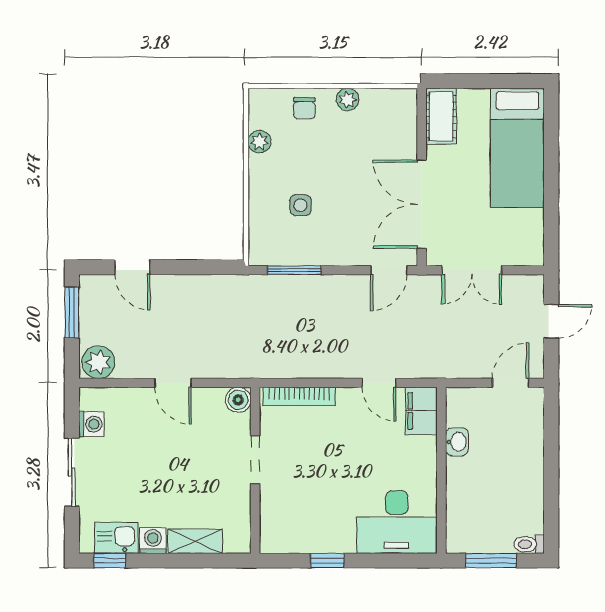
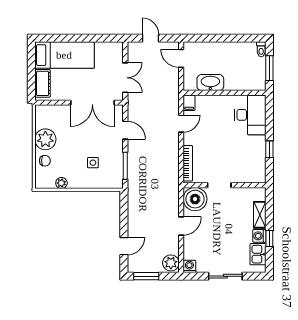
plant: (348, 99) -> (45, 139), width x1.87, depth x1.87
cot: (441, 116) -> (43, 83), moved, turned 90
door: (389, 270) -> (125, 130), moved
boiler: (238, 400) -> (195, 199), width x1.86, depth x1.86
filing cabinet: (421, 411) -> (189, 103), width x0.50
washing machine: (91, 424) -> (189, 266), moved
washbasin: (457, 442) -> (210, 83), width x1.91, depth x1.45
window: (110, 561) -> (269, 239), moved

